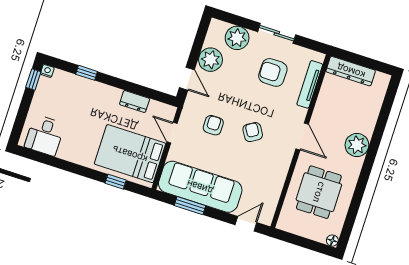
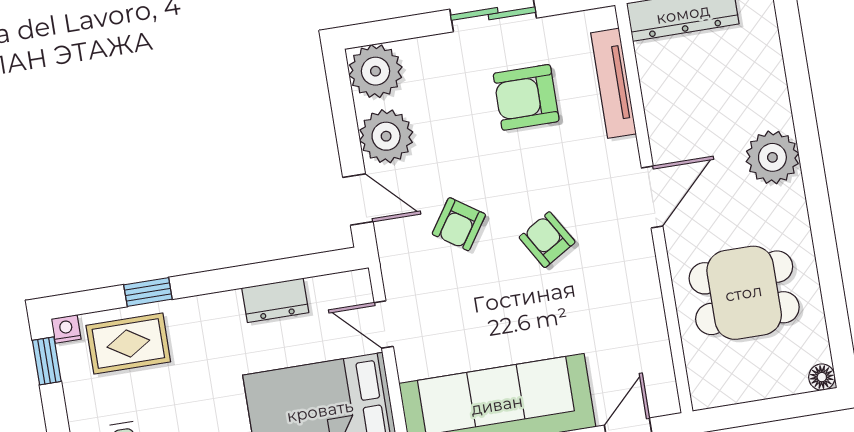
plant: (237, 38) -> (376, 71), moved
rug: (69, 89) -> (128, 344), added
armchair: (213, 125) -> (459, 224), moved, turned -146
door: (302, 136) -> (652, 197), hinge flipped
dining table: (319, 192) -> (744, 293), turned 90

